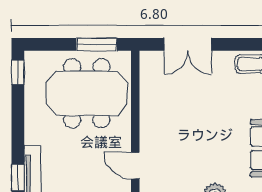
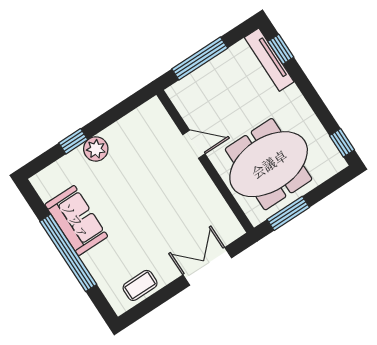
door: (135, 166) -> (194, 144), moved

